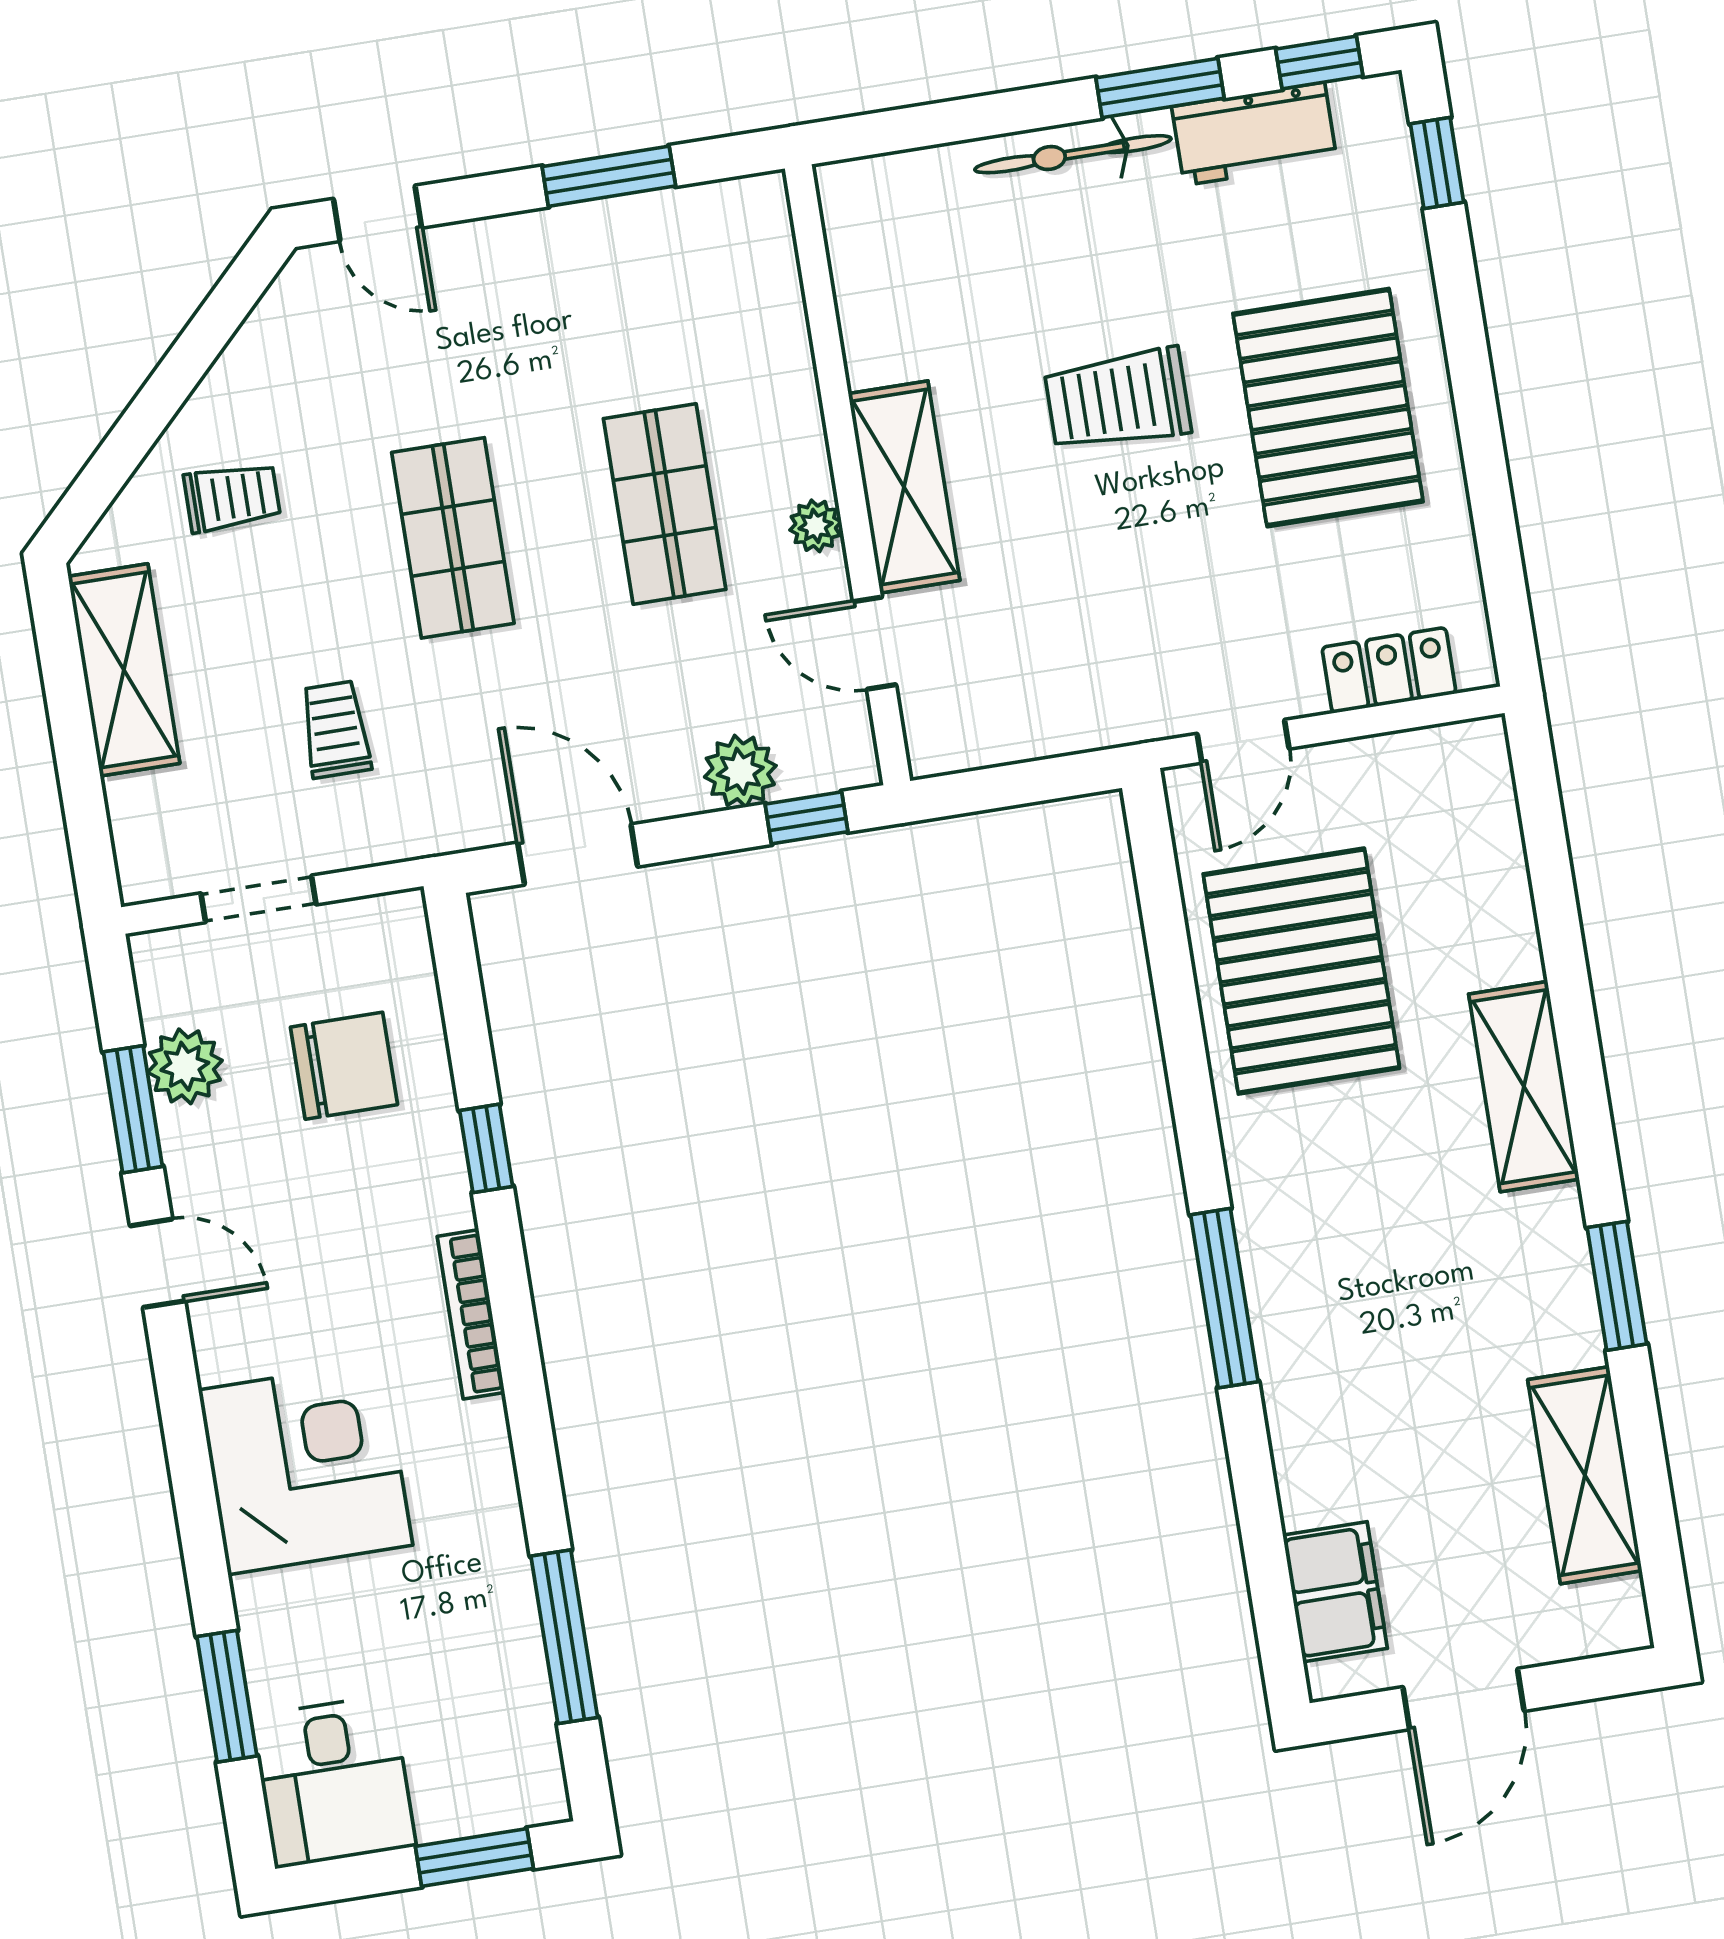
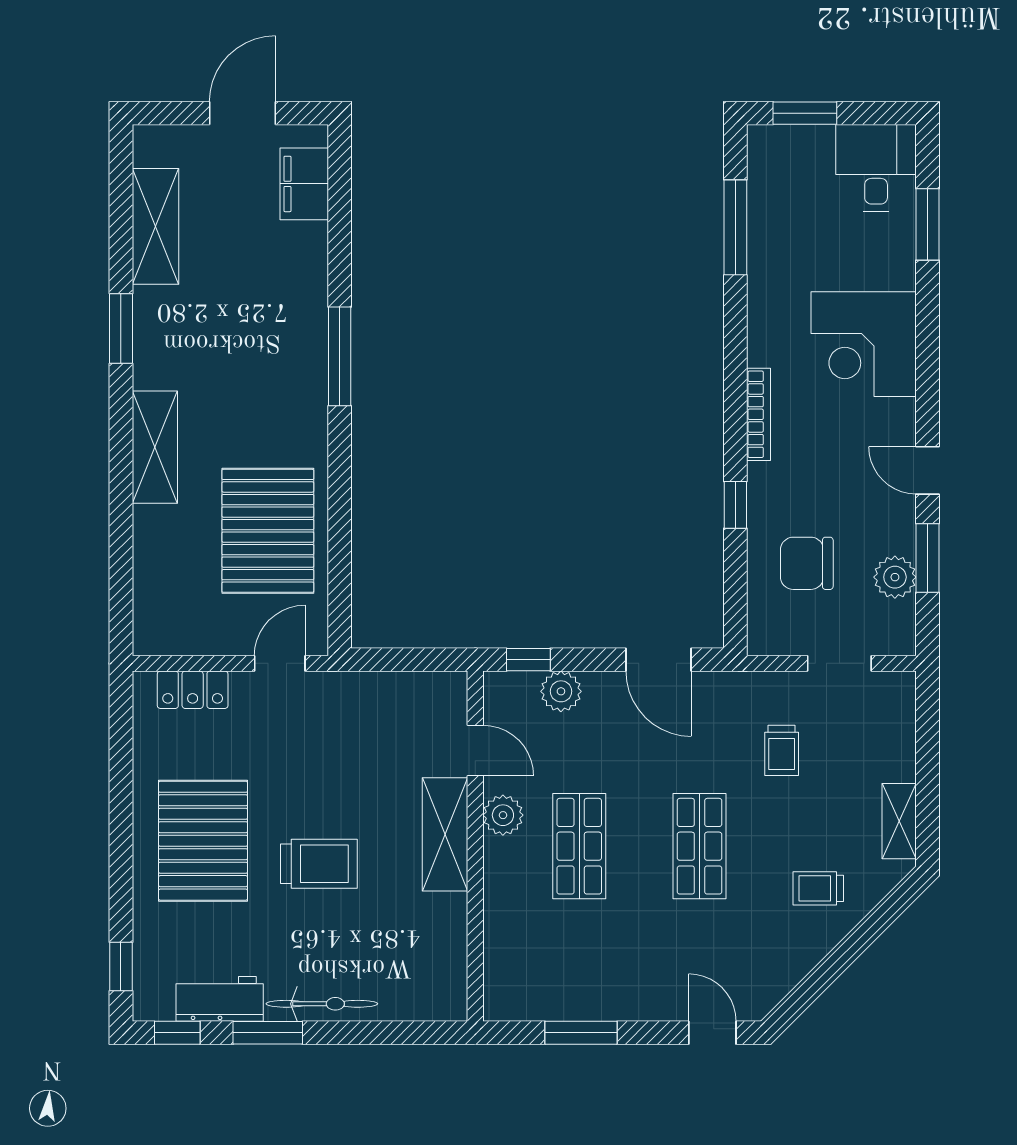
plant: (816, 526) -> (503, 815), width x1.38, depth x1.38
shelving: (124, 670) -> (899, 821), width x0.67, depth x0.75

